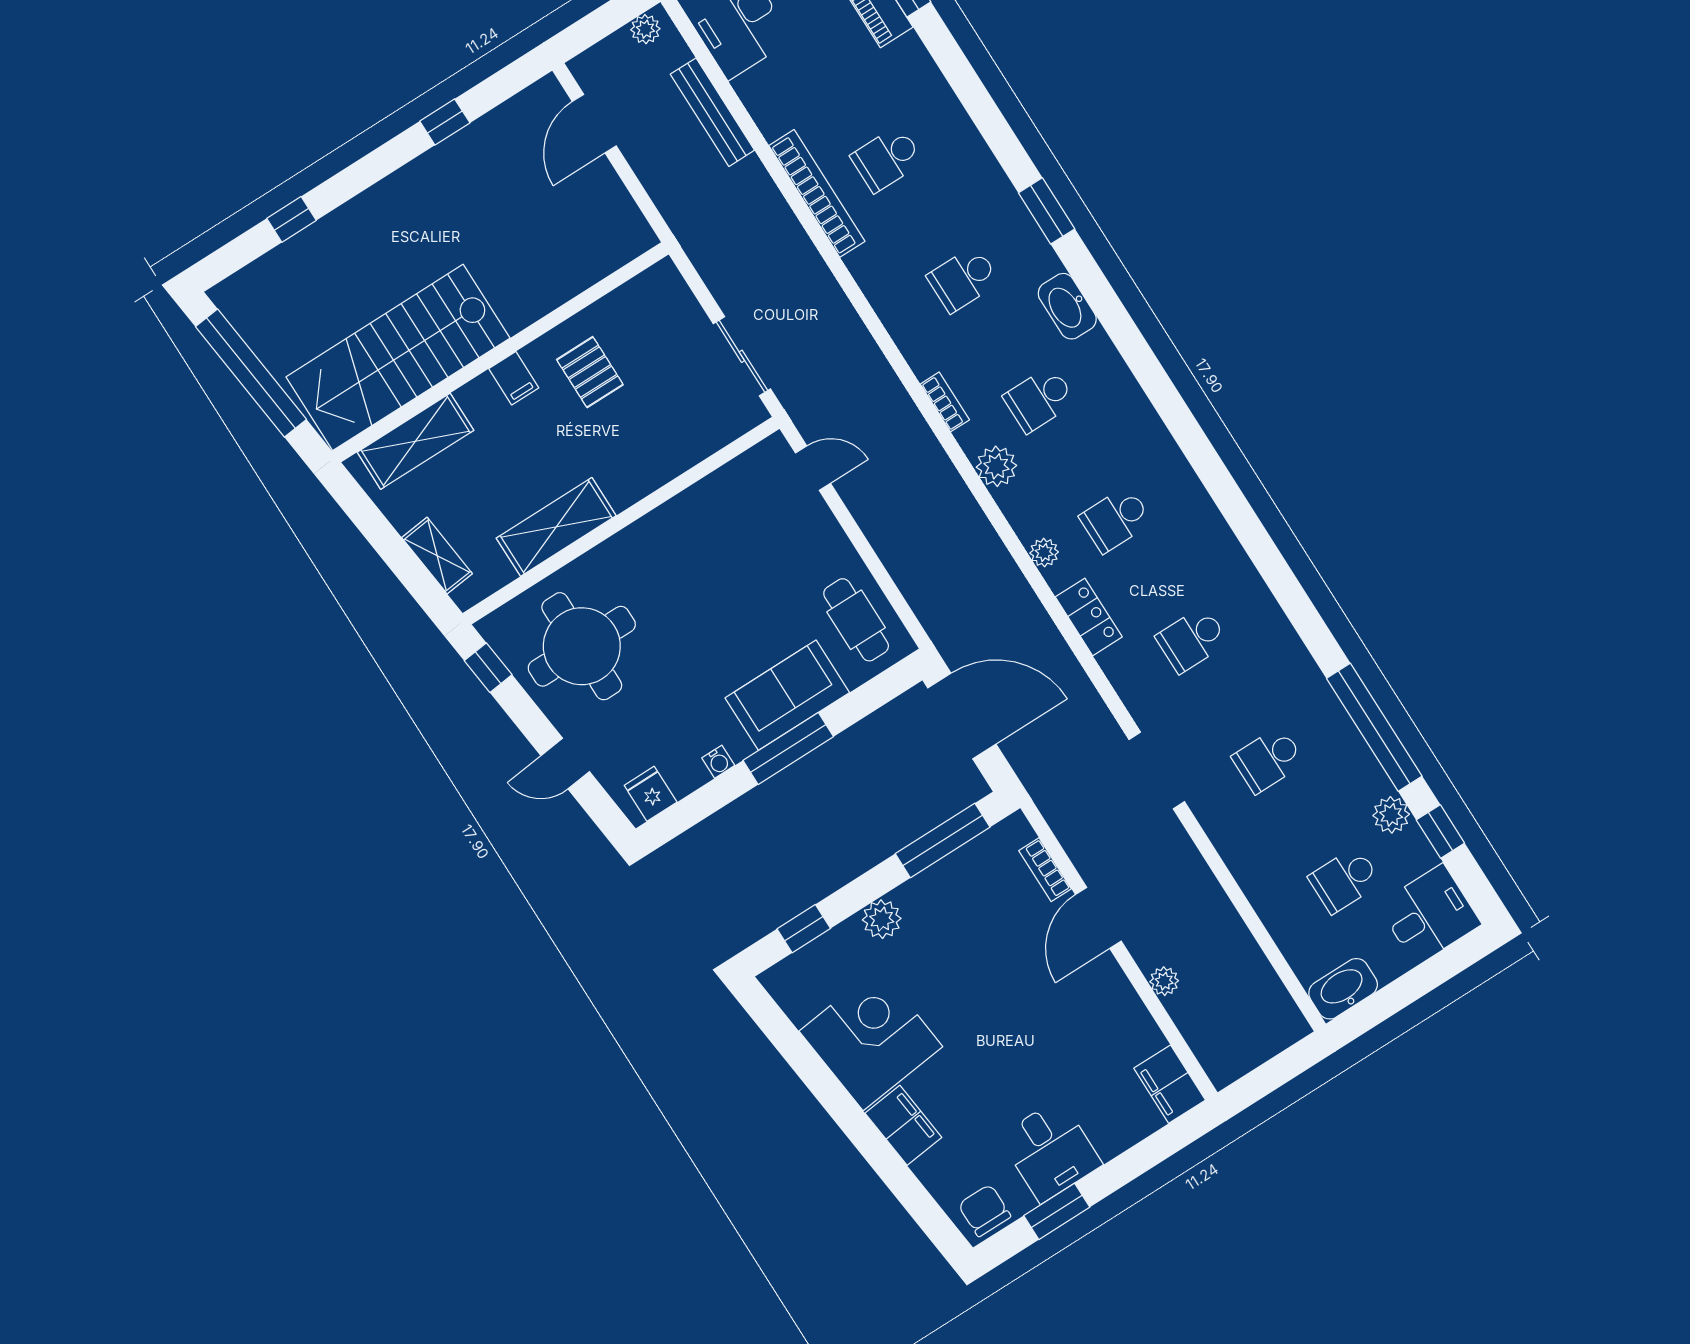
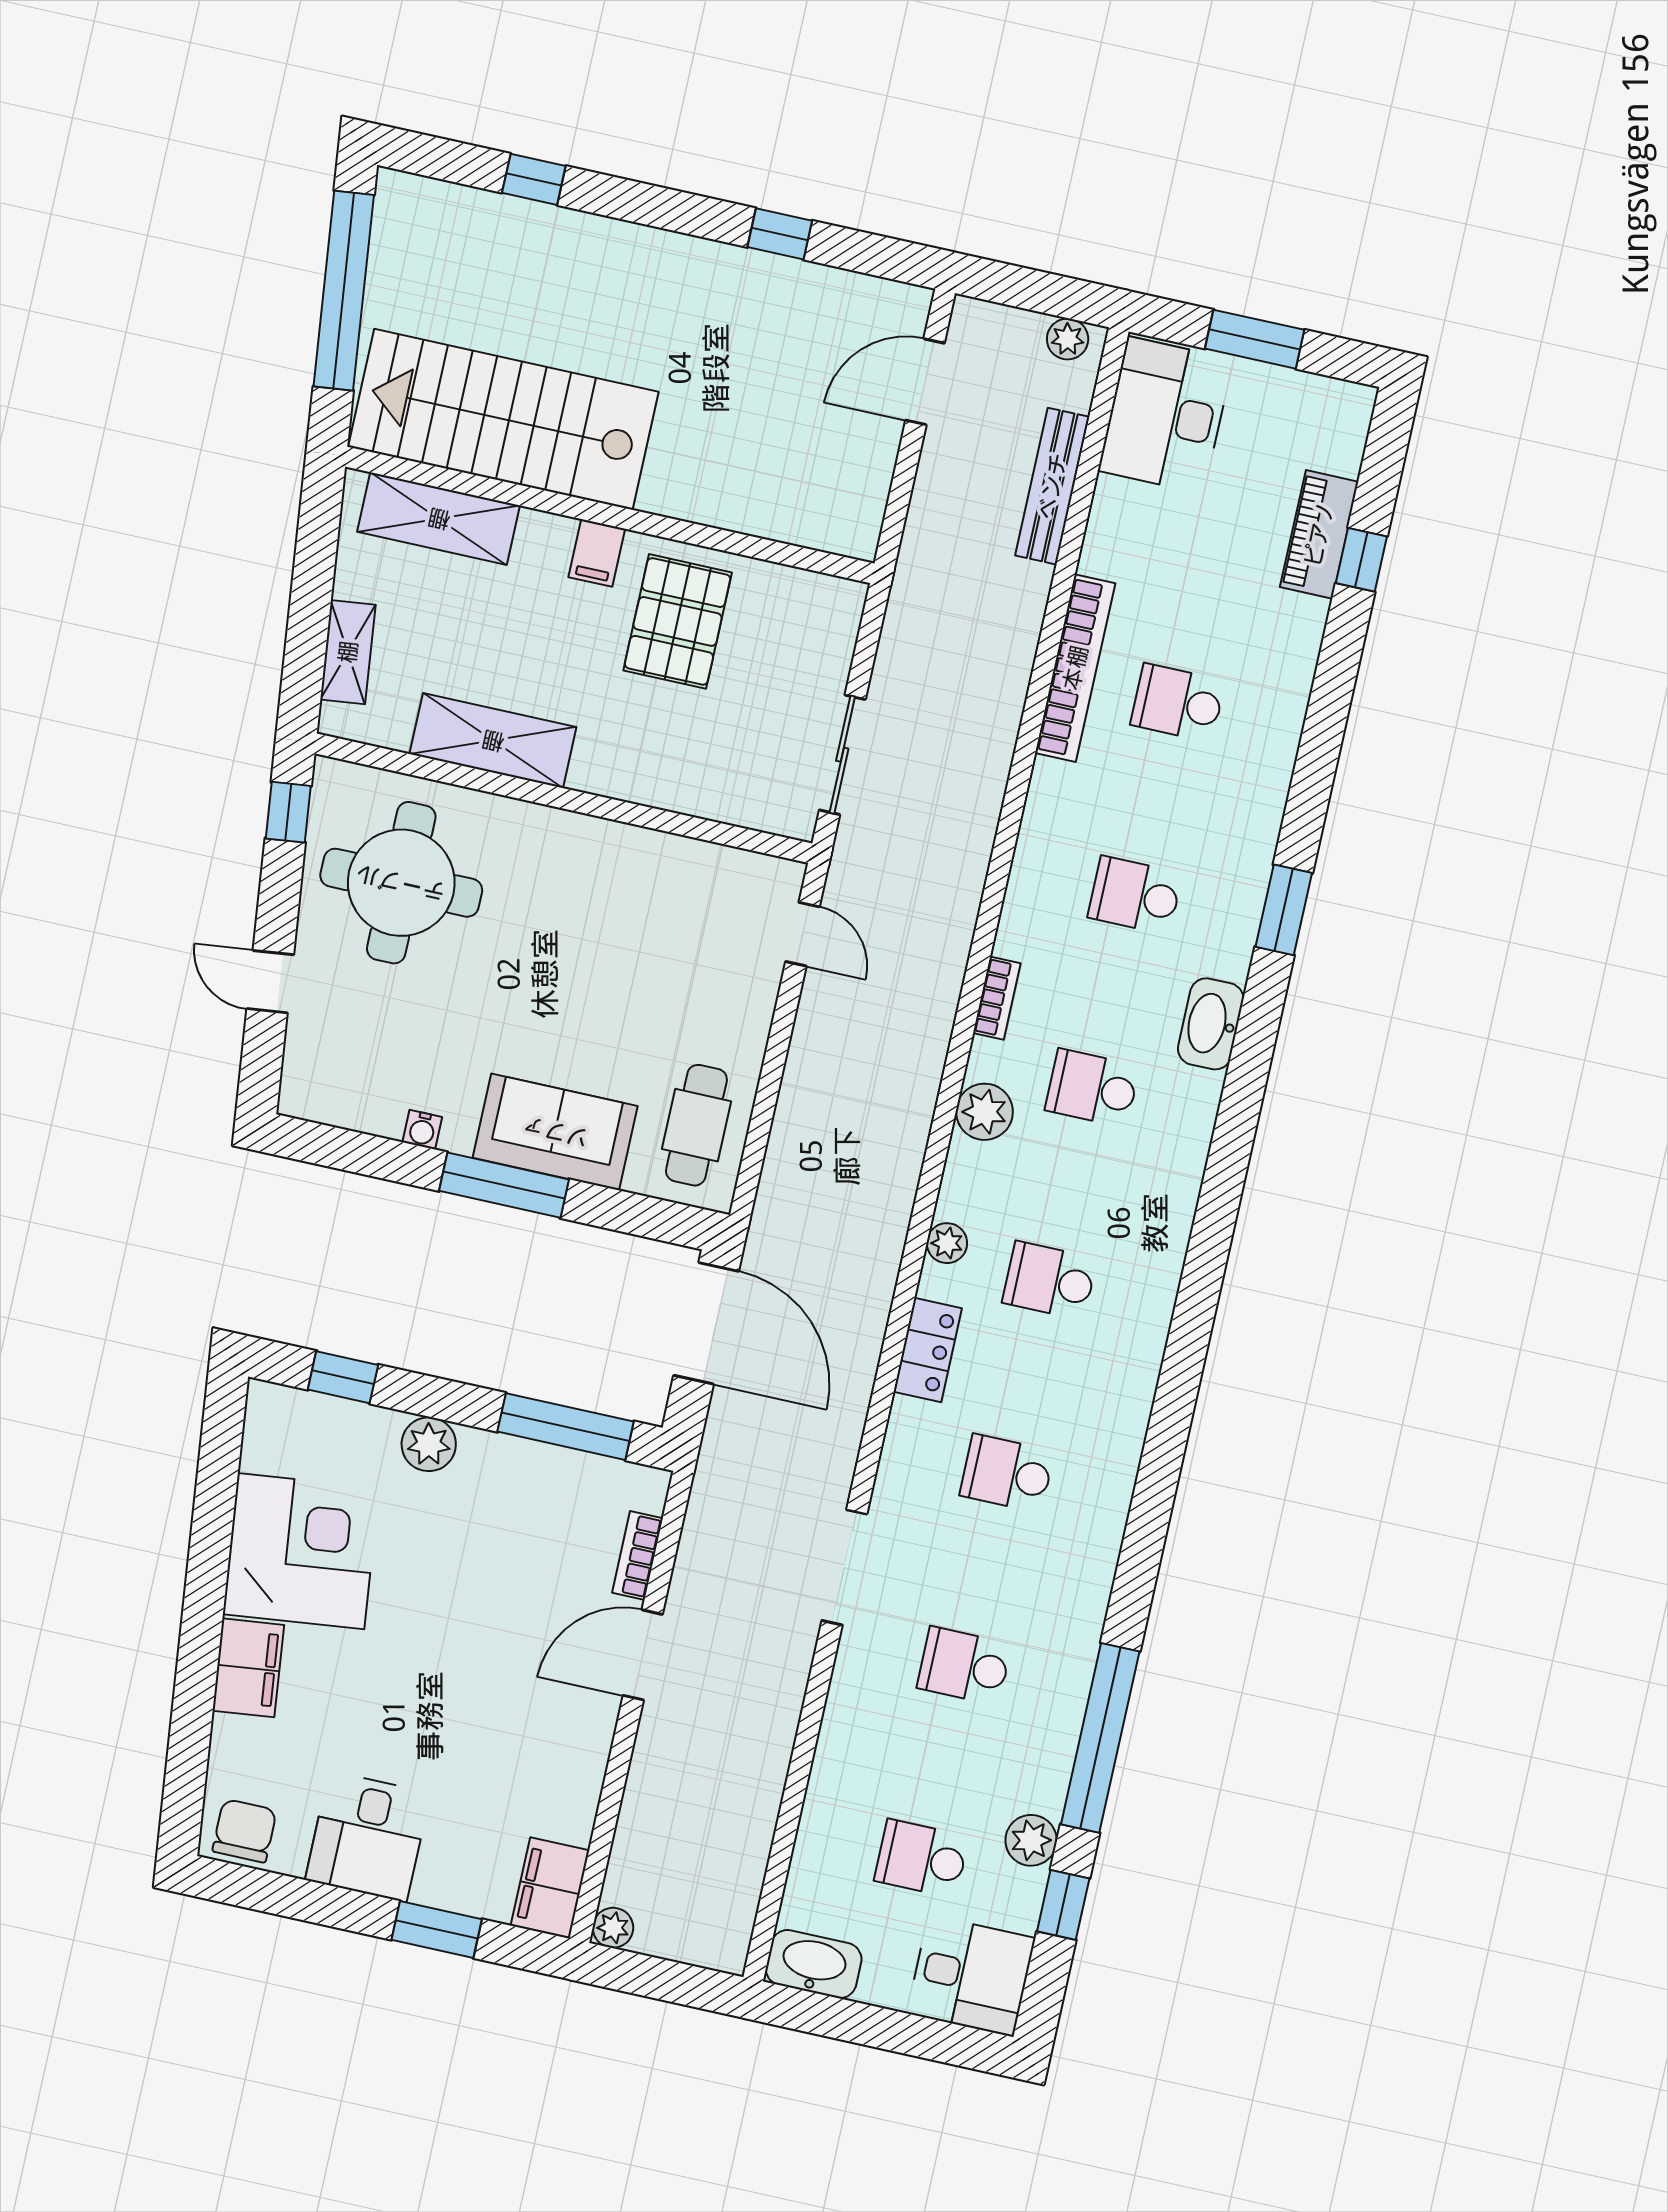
pallet: (590, 372) -> (678, 621), width x1.50, depth x1.42
fridge: (651, 794) -> (324, 1095), removed
plant: (1164, 981) -> (613, 1928), moved
window: (1057, 1211) -> (437, 1929), moved

